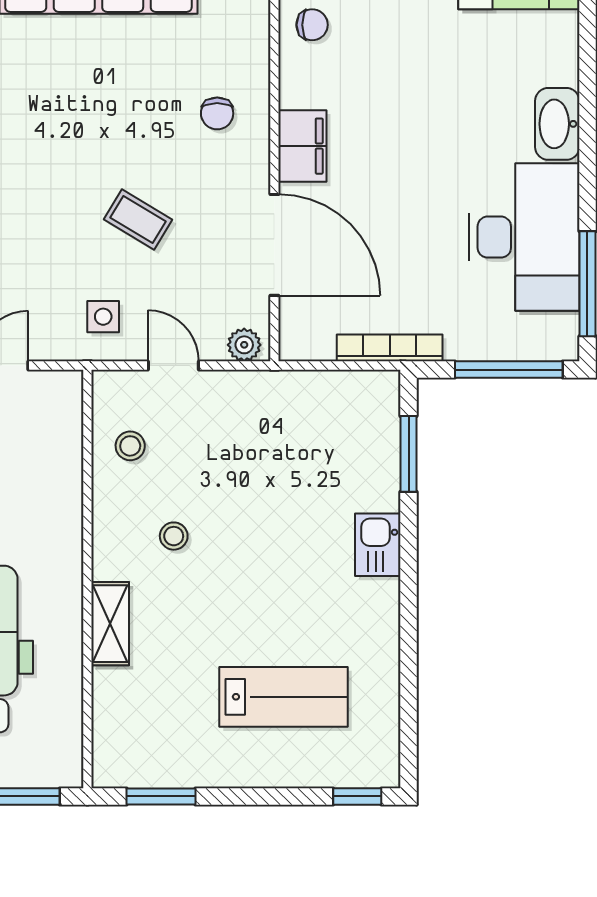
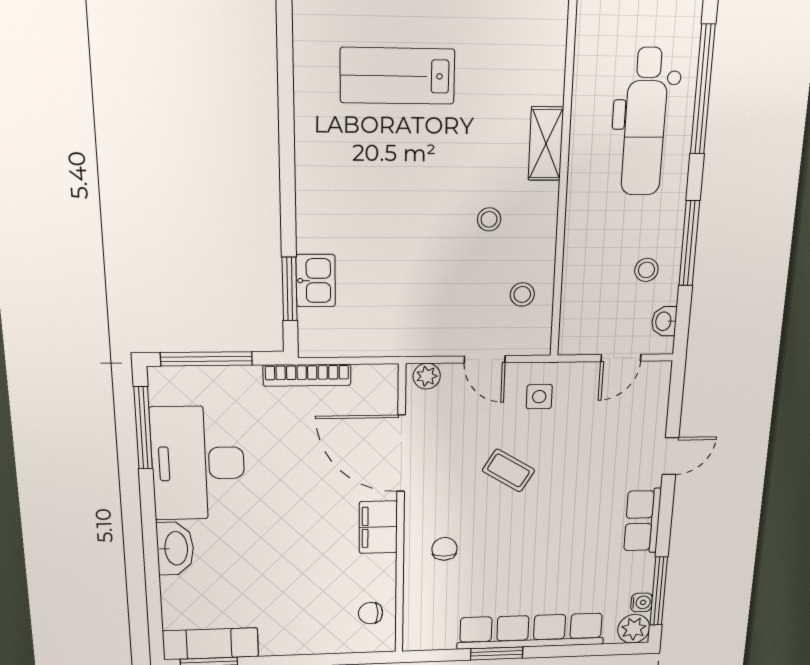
kitchen sink: (378, 545) -> (316, 281), moved

